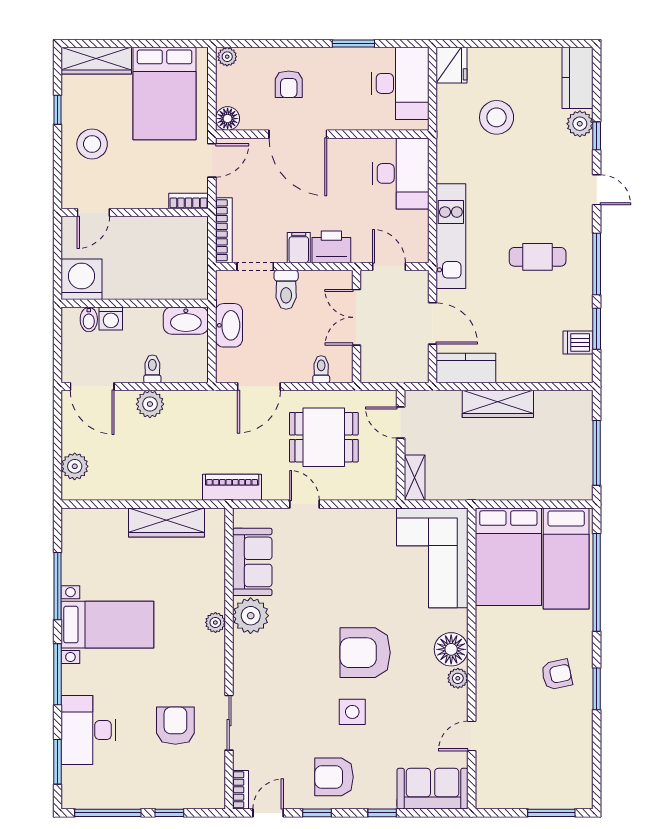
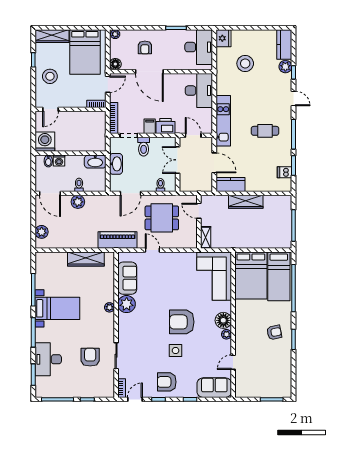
piano: (232, 487) -> (118, 240), width x1.37, depth x1.33

